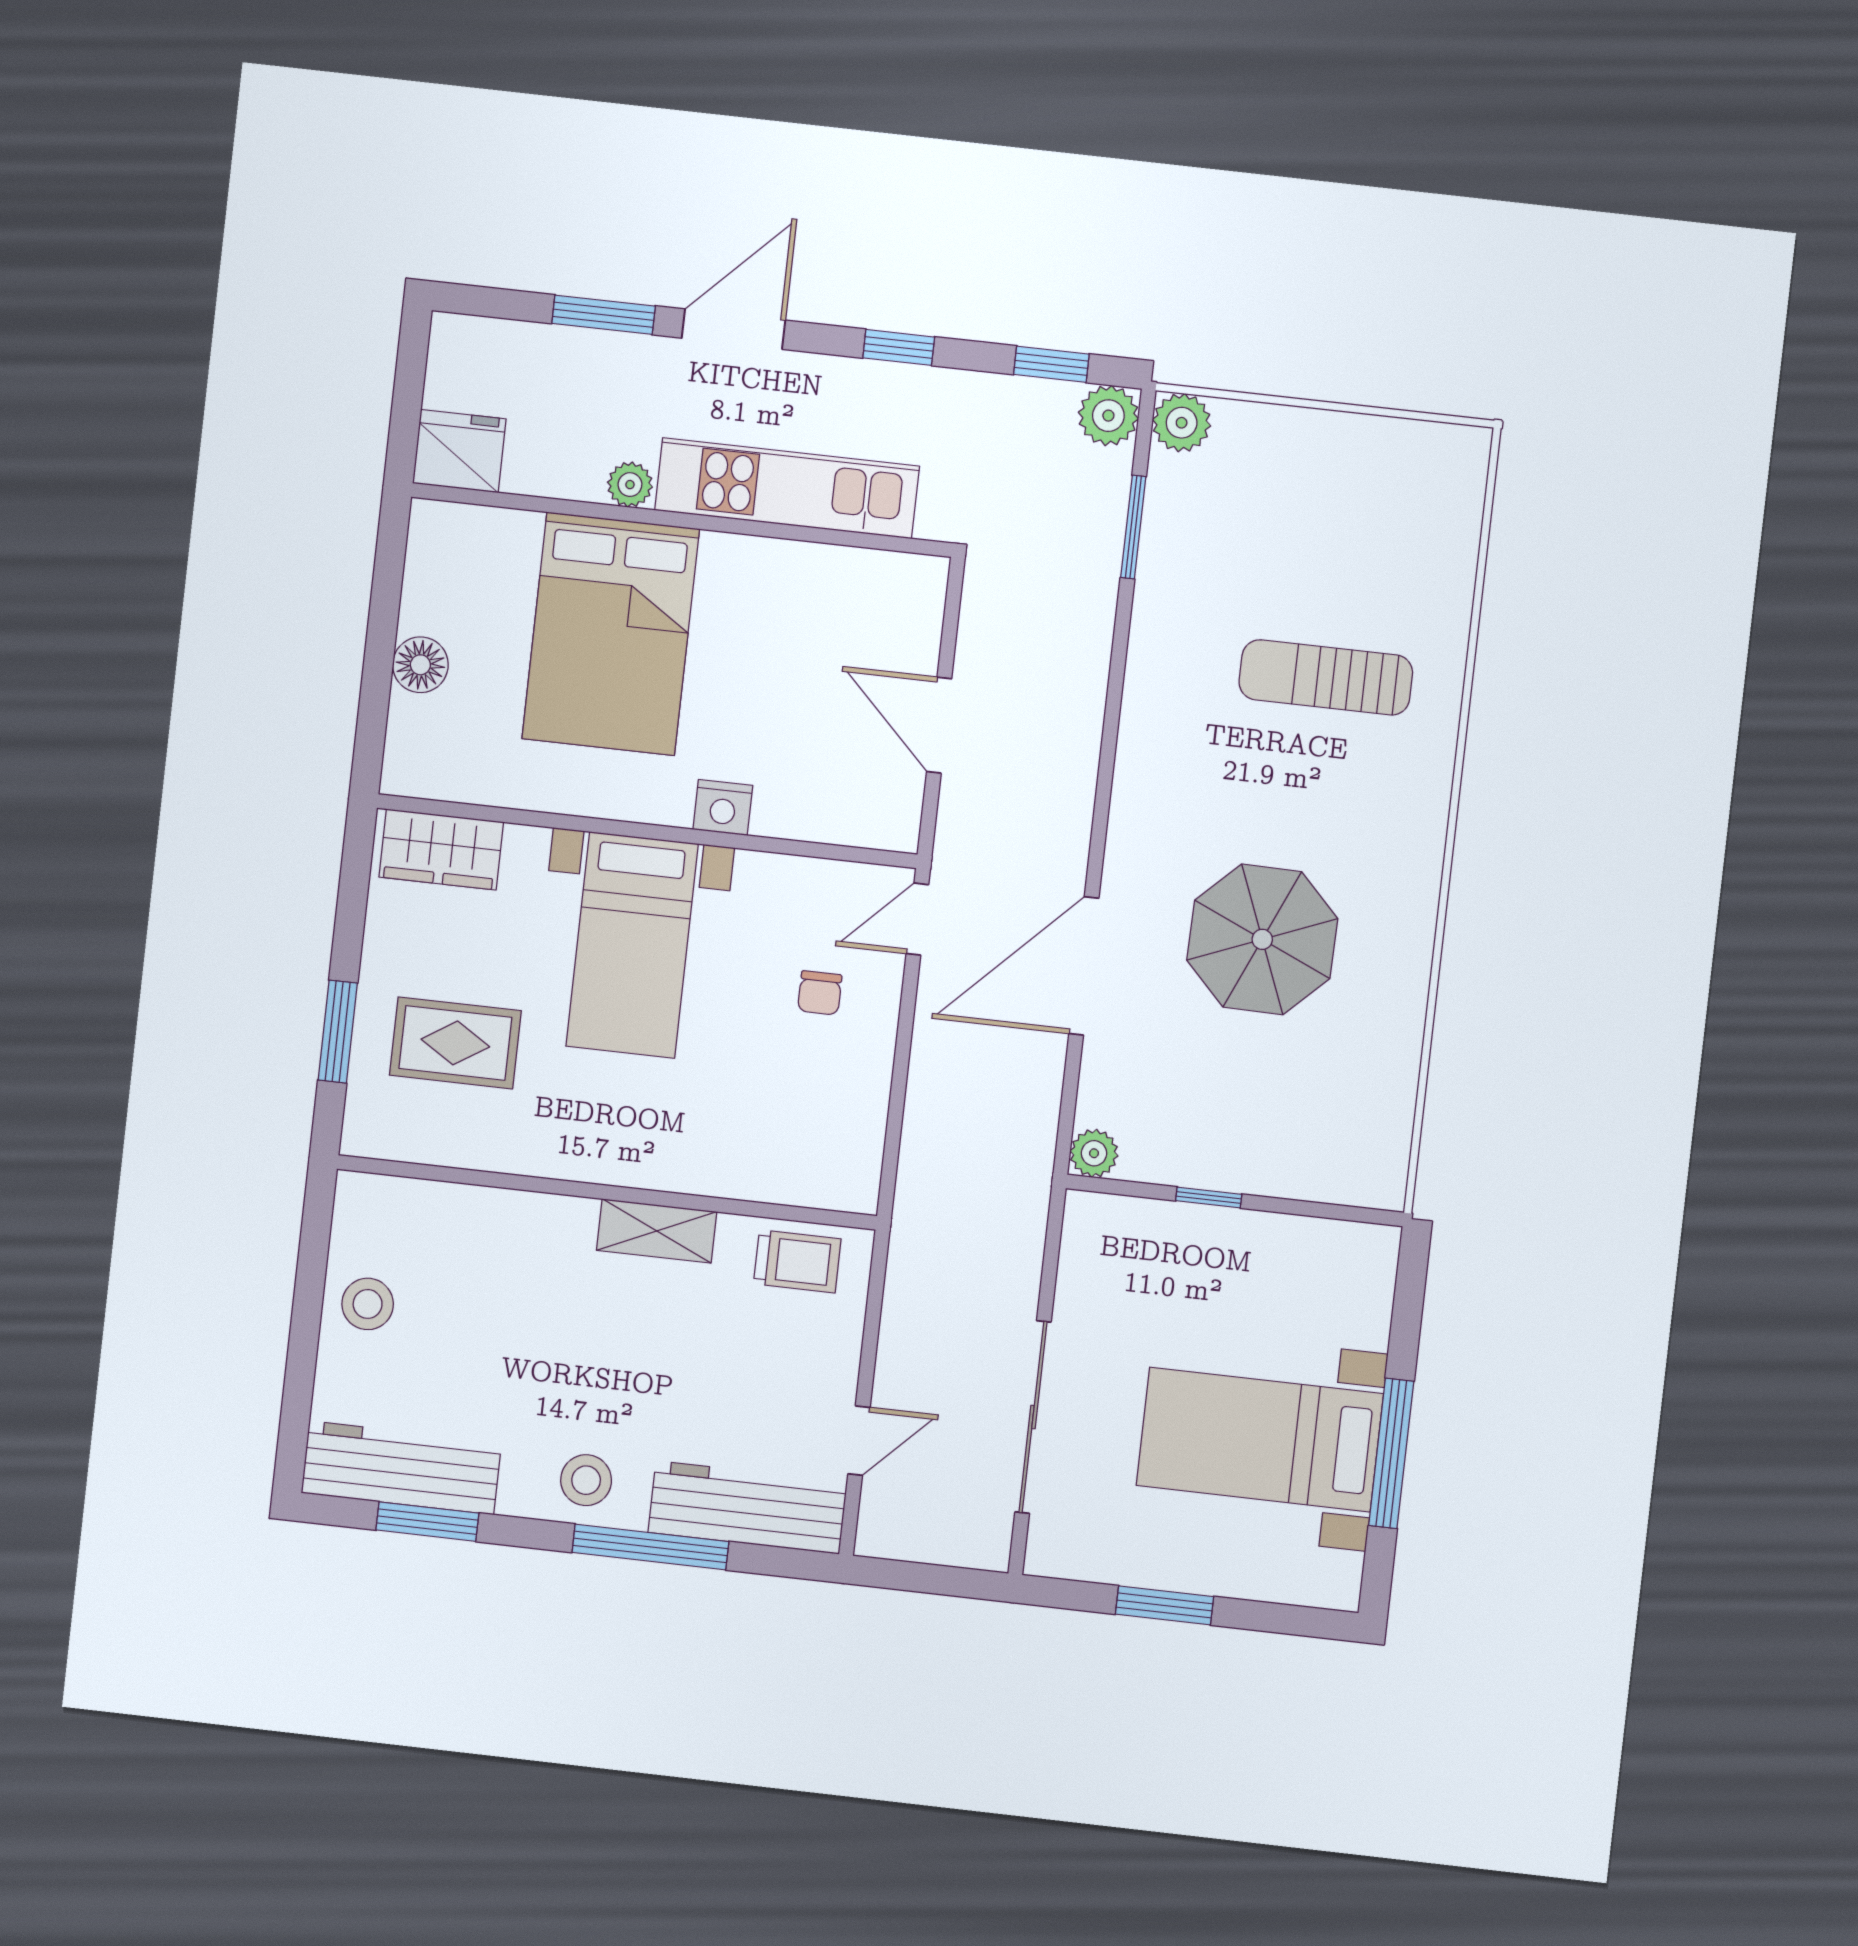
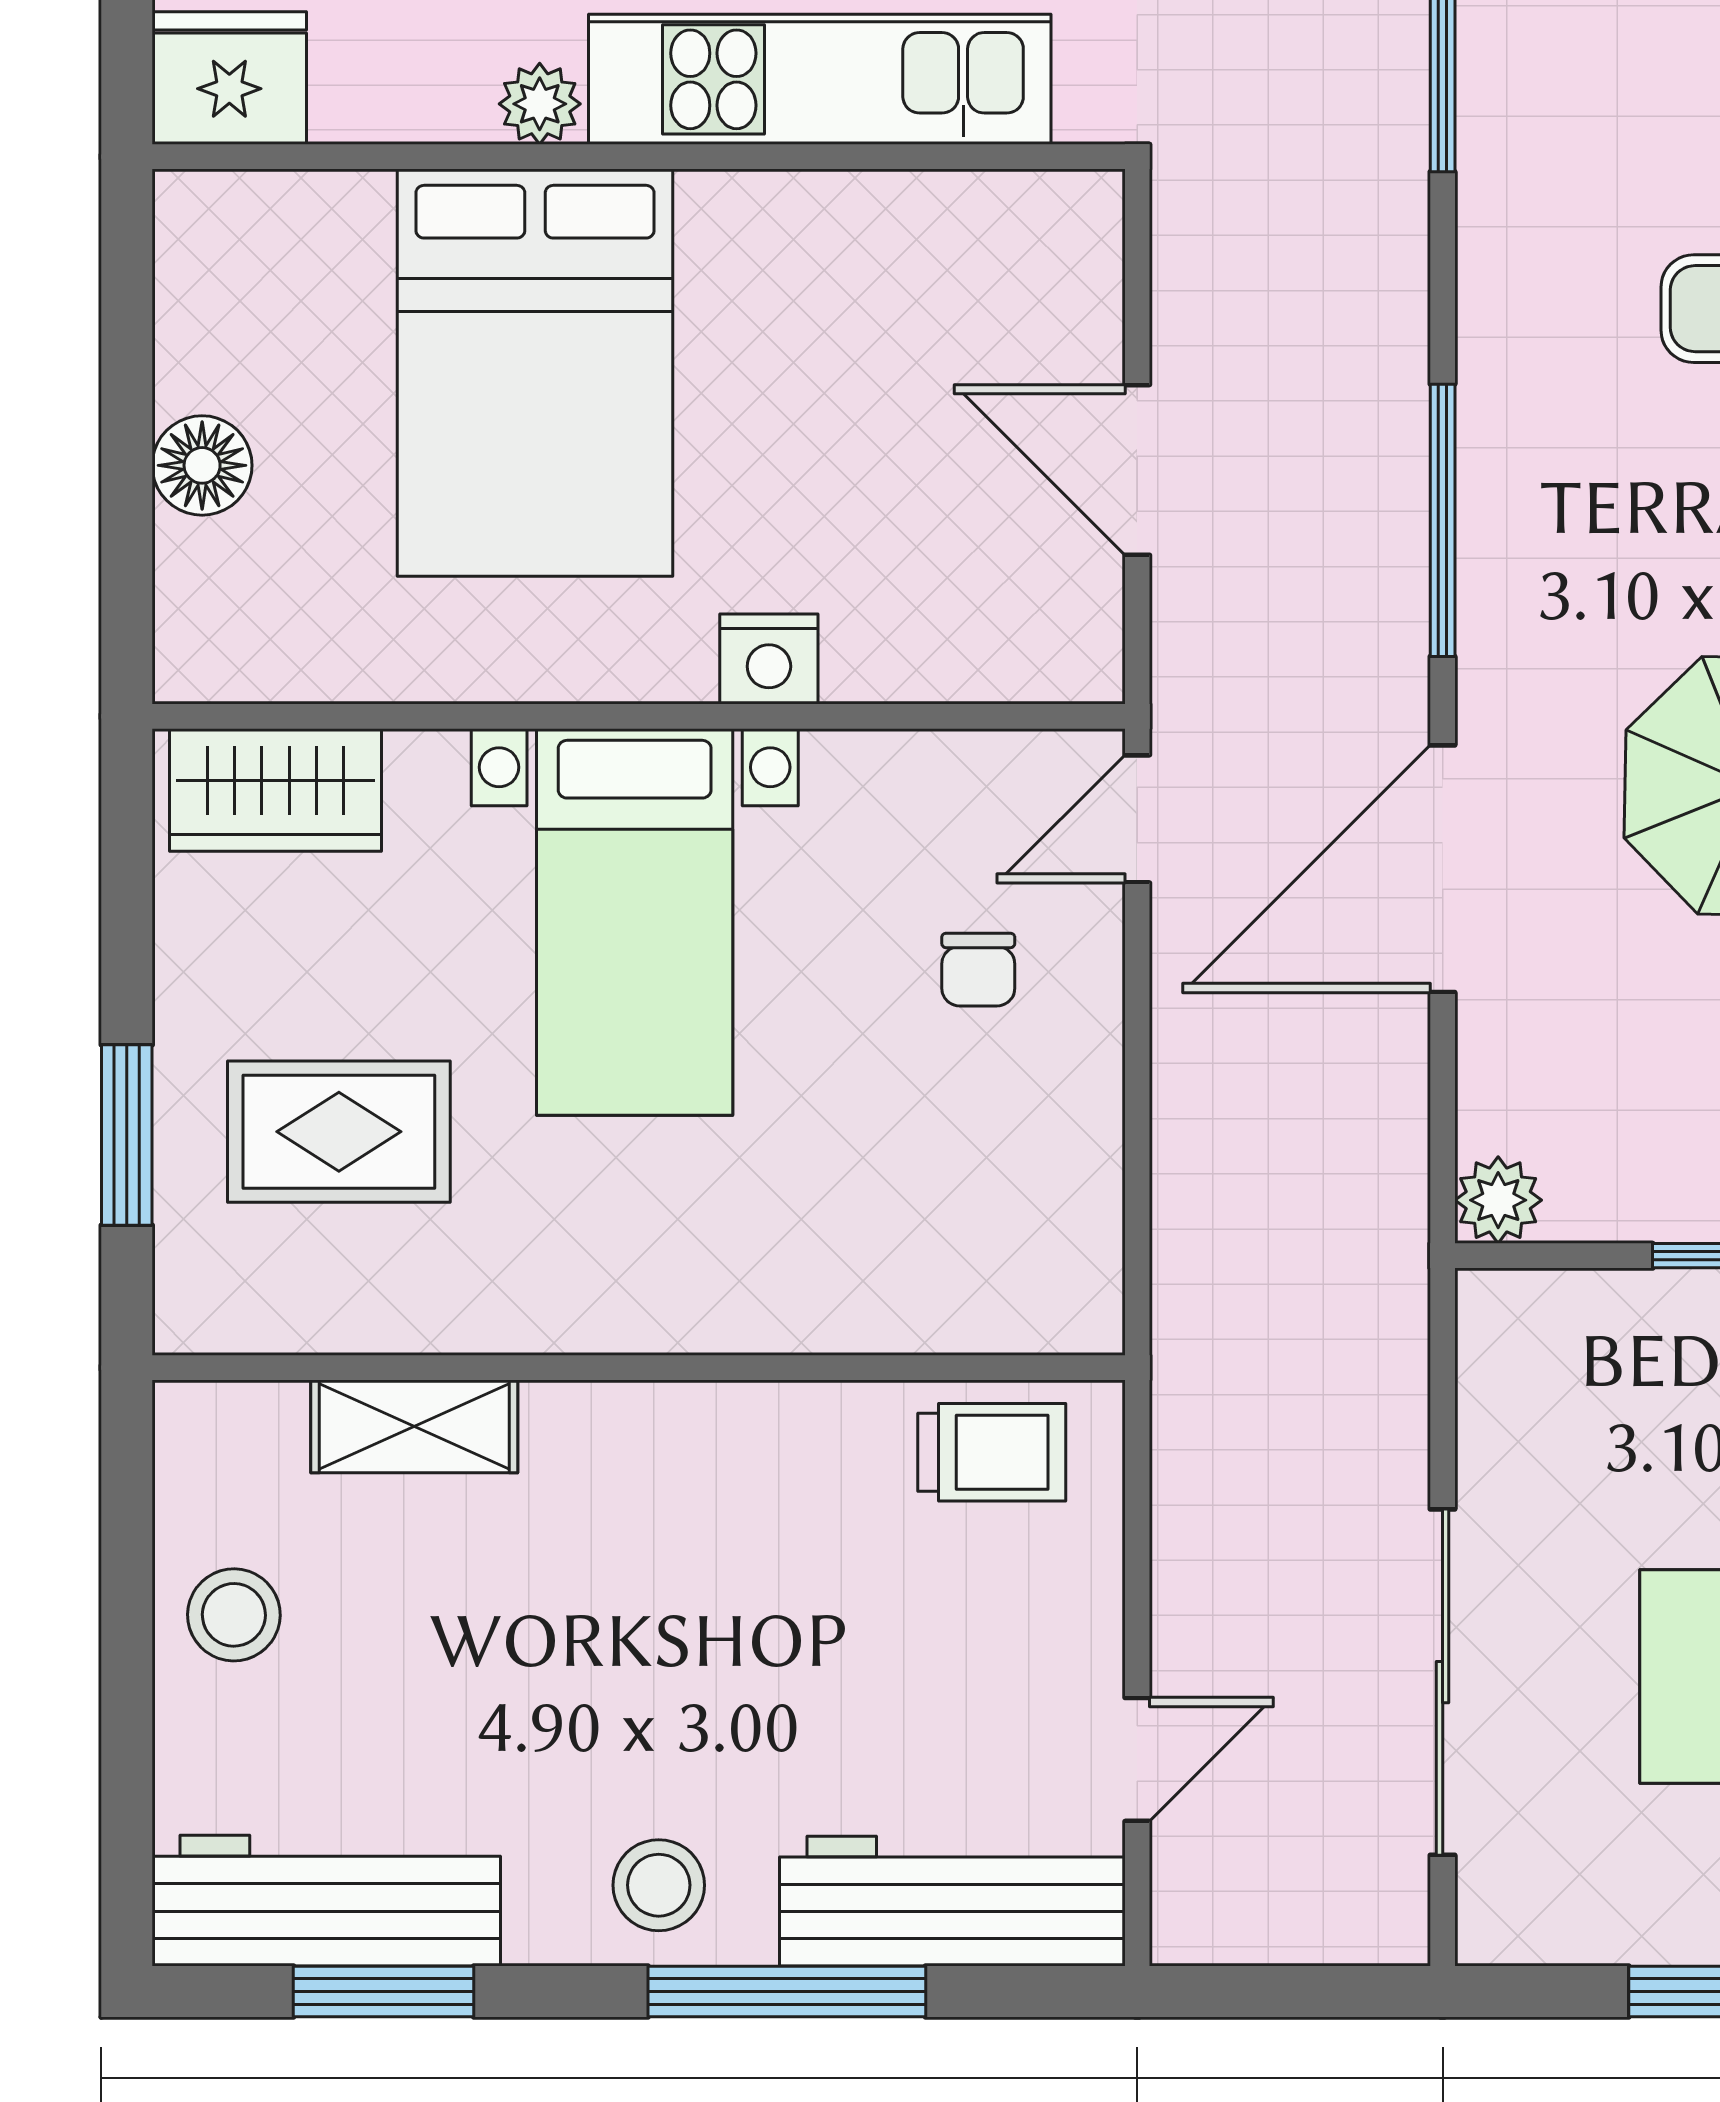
window: (1106, 772) -> (1443, 520), added
shelving: (657, 1231) -> (414, 1426), moved

